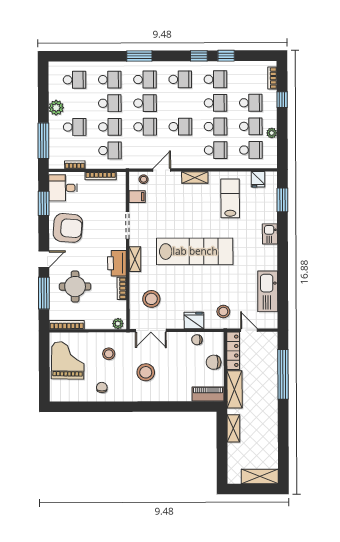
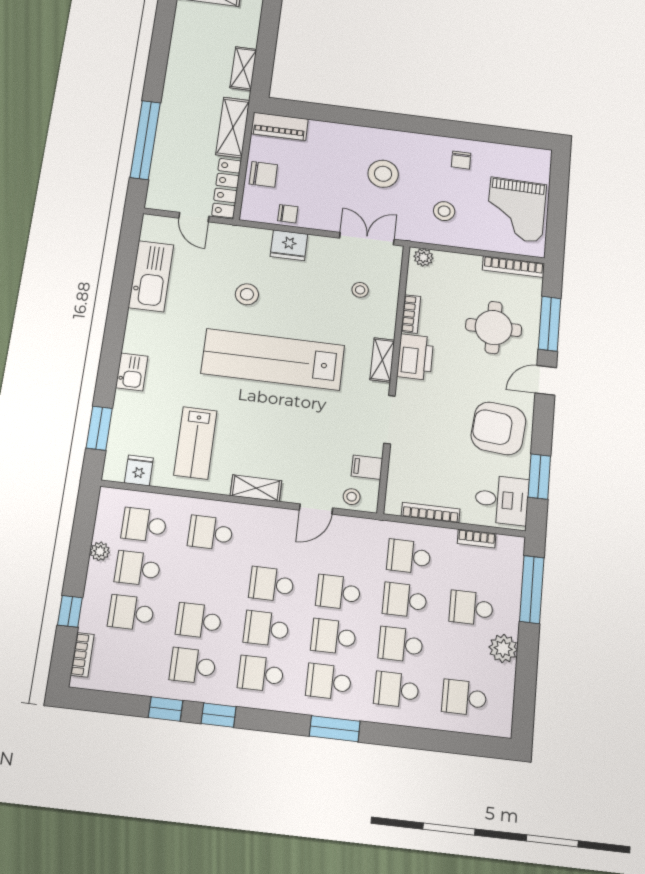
school desk: (216, 126) -> (266, 629), moved
stool: (151, 299) -> (360, 290), width x0.53, depth x0.53
stool: (223, 311) -> (247, 294), moved

